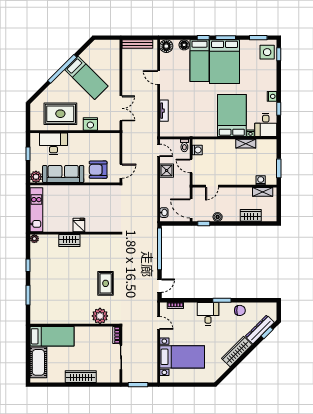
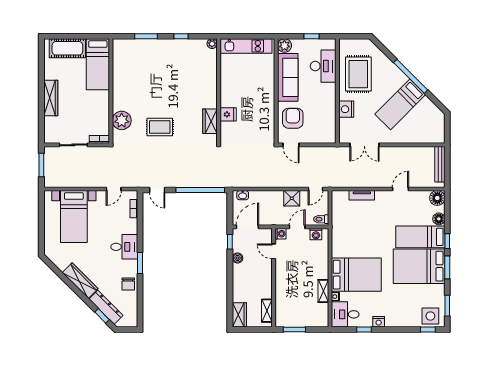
washing machine: (261, 180) -> (280, 234), moved
wardrobe: (251, 215) -> (239, 315), moved
fridge: (79, 225) -> (228, 114), moved
wardrobe: (69, 241) -> (210, 121), moved

